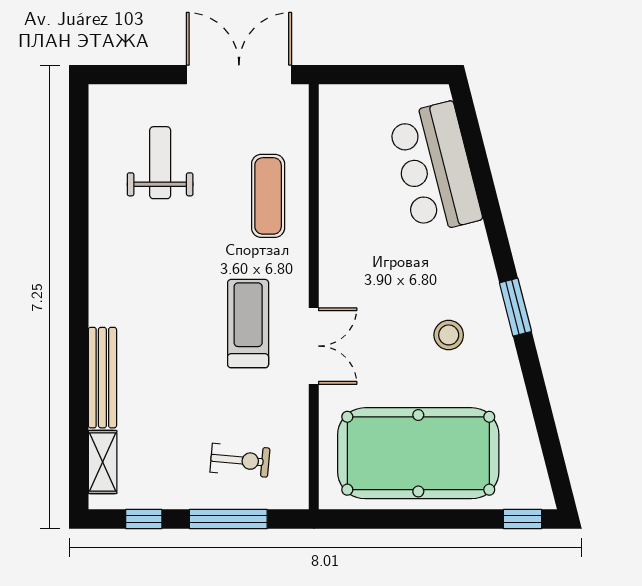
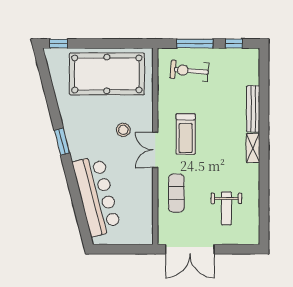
bar counter: (435, 168) -> (97, 196), width x1.36
stool: (449, 335) -> (123, 130), moved
double door: (314, 346) -> (155, 150), moved
exercise bike: (240, 460) -> (189, 71), width x1.38, depth x1.39
shelving: (103, 462) -> (253, 148), moved

